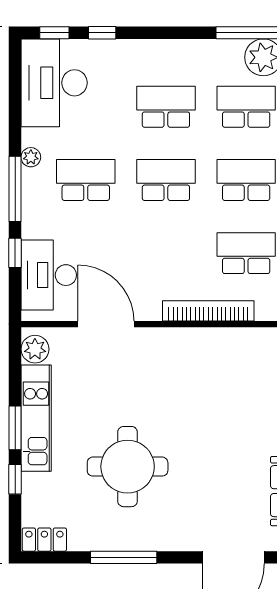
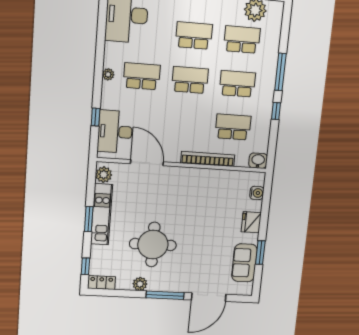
plant: (31, 157) -> (108, 74), moved
window: (15, 189) -> (98, 78), removed
window: (15, 479) -> (86, 266), moved
plant: (111, 539) -> (140, 284), added
window: (124, 557) -> (165, 295), moved

